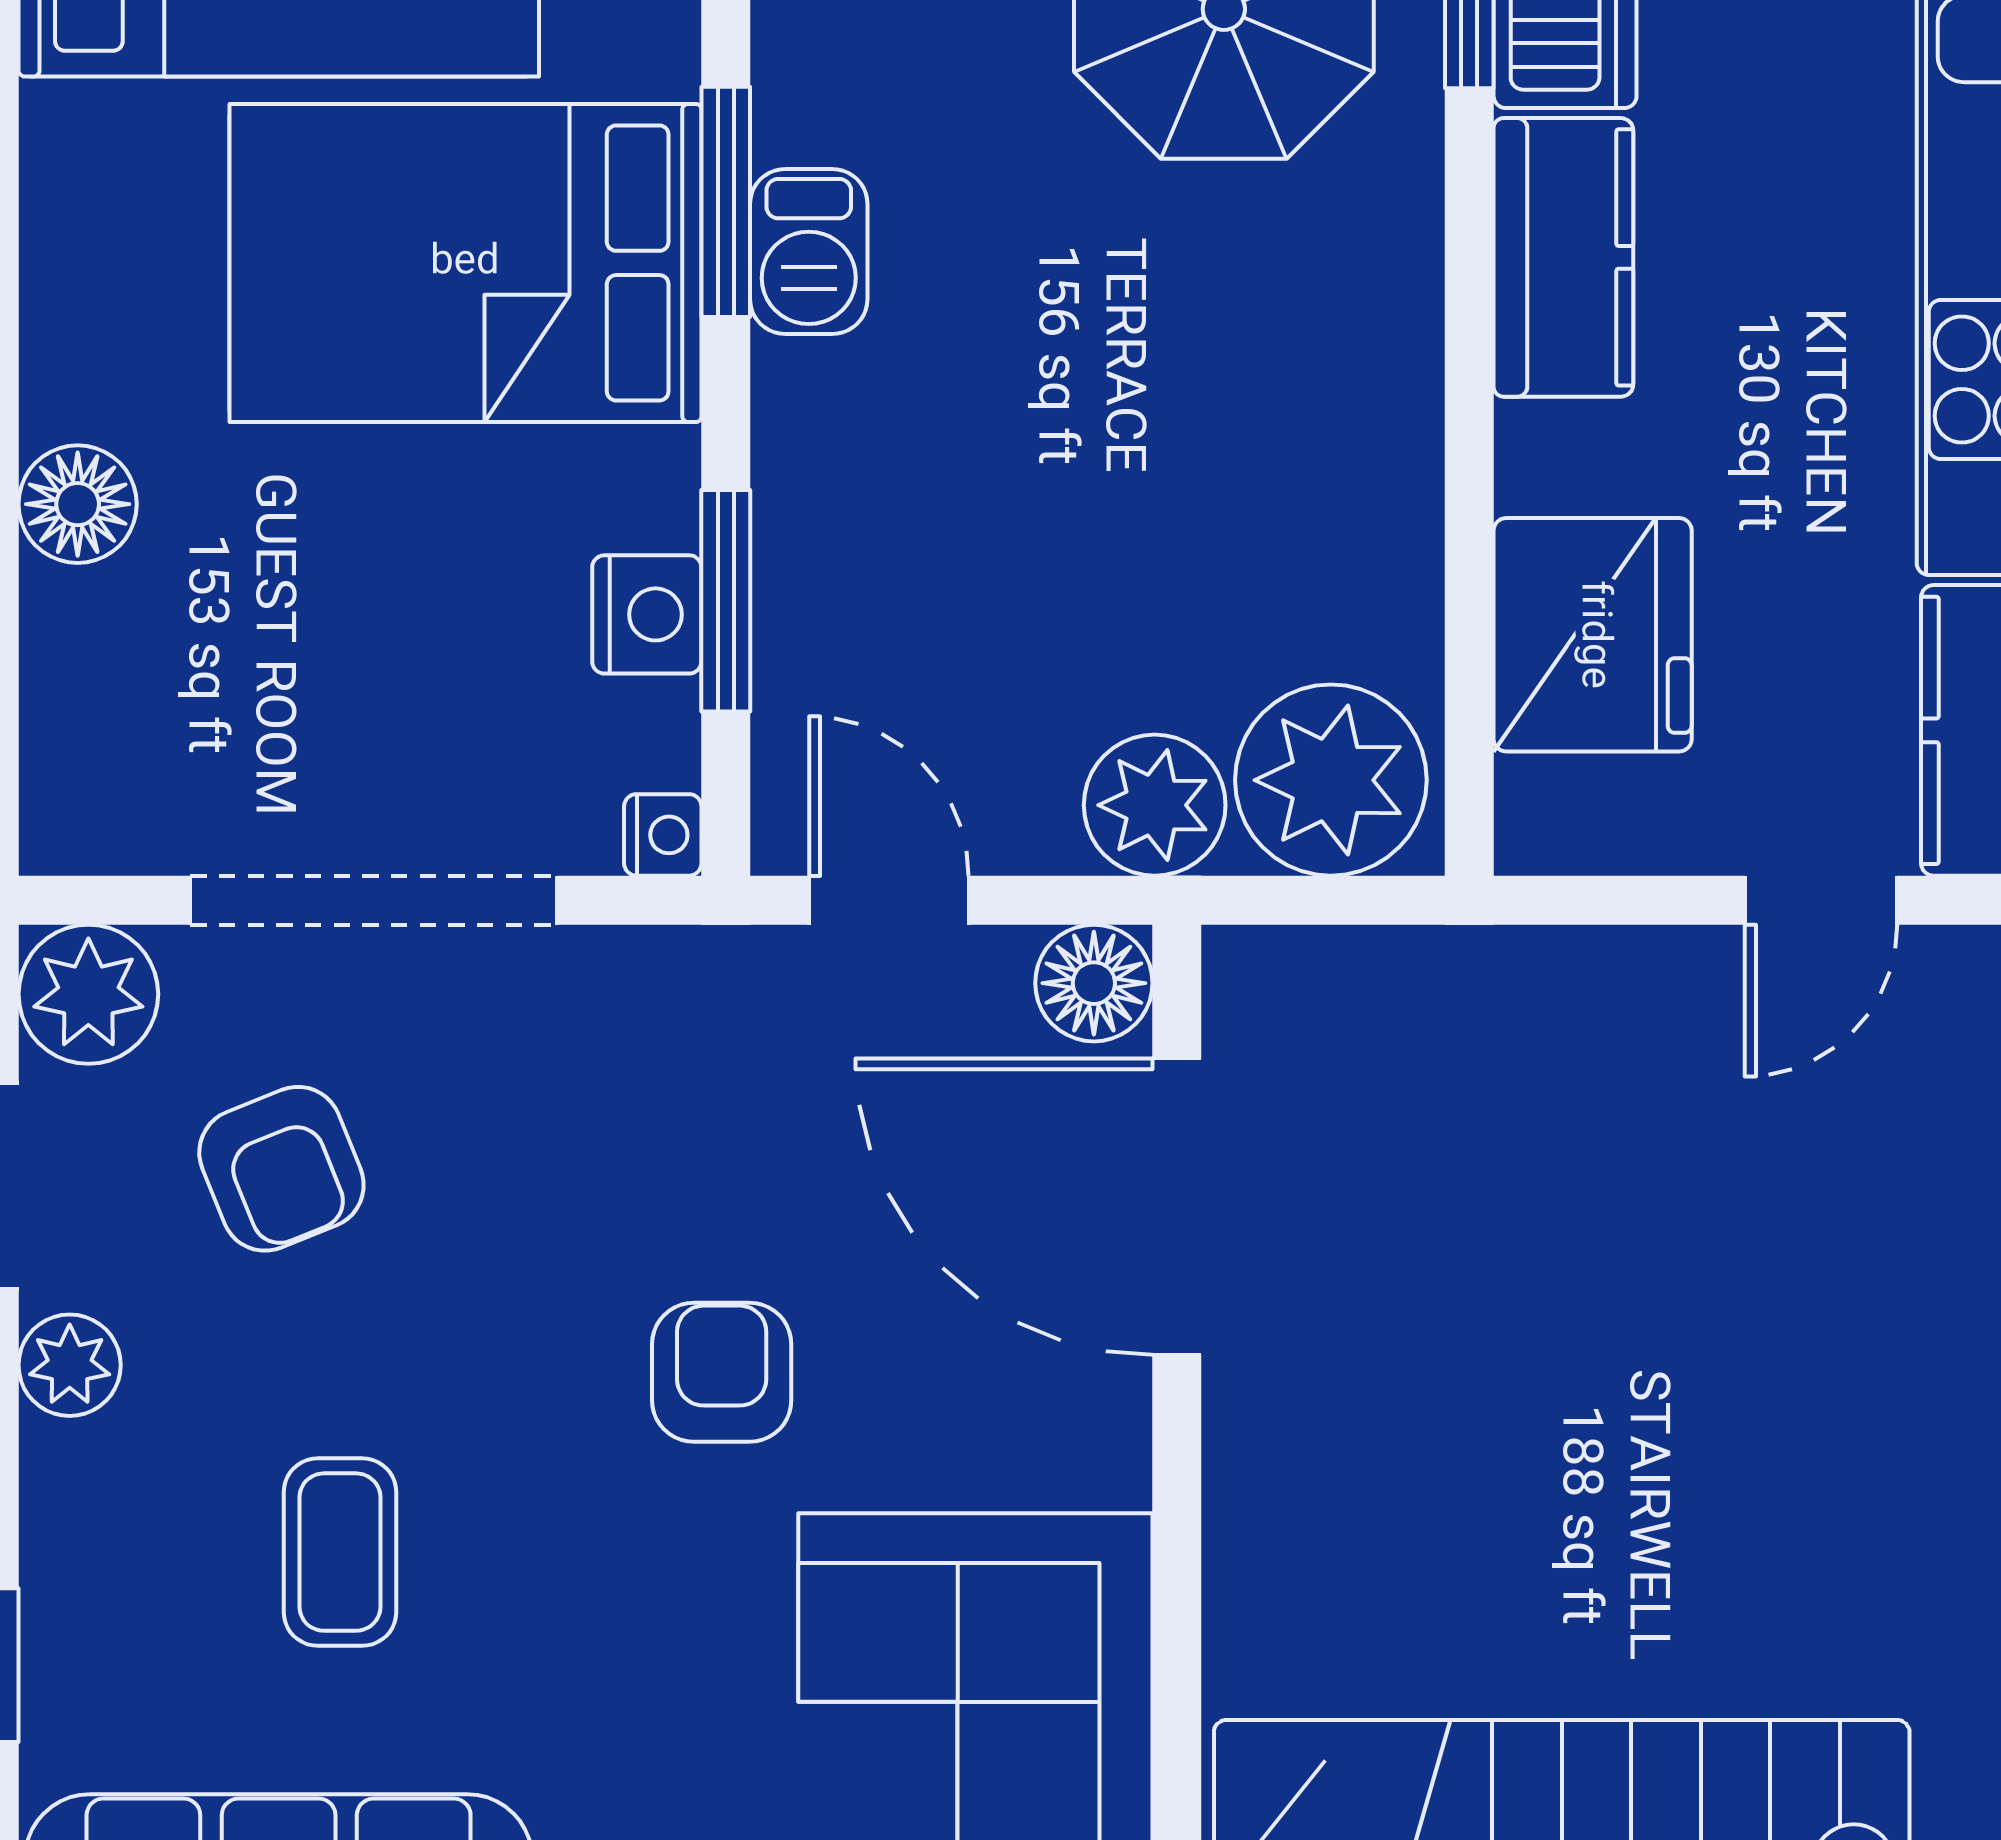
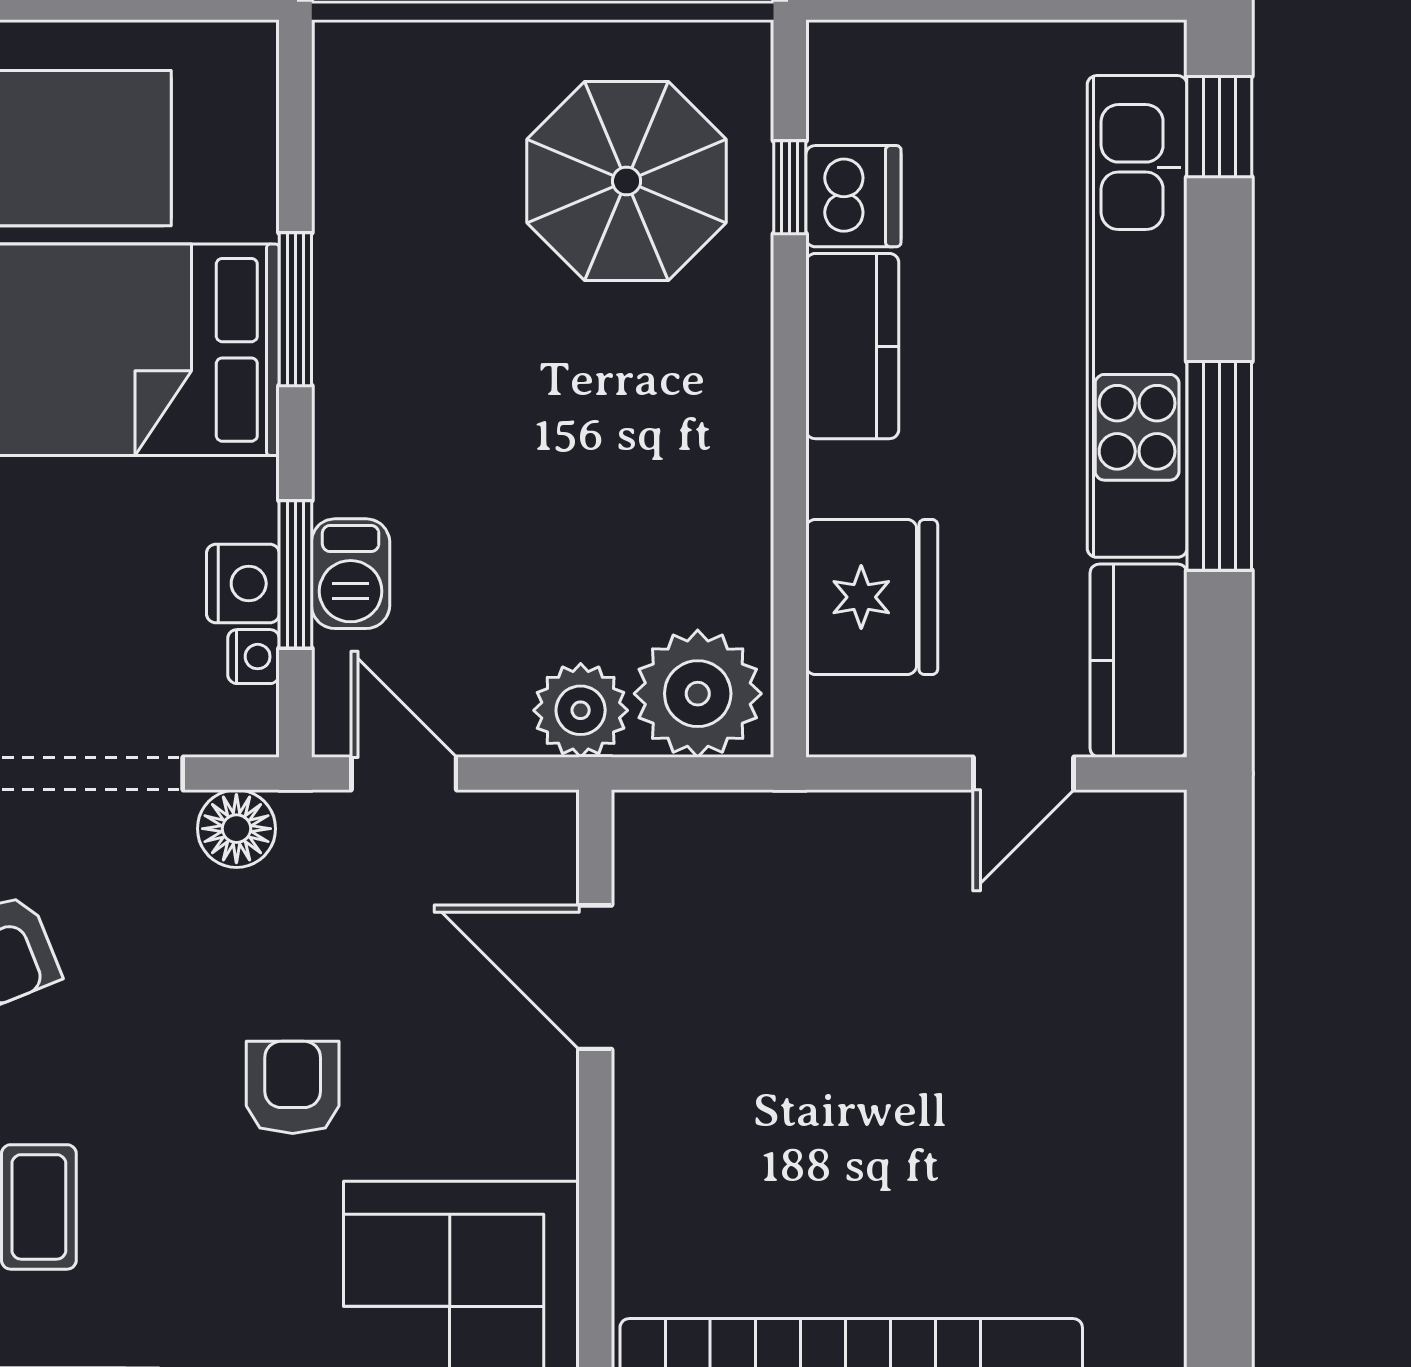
barbecue: (809, 252) -> (351, 574), moved
nightstand: (663, 835) -> (253, 657), moved
floor lamp: (1094, 983) -> (236, 829), moved
door: (1177, 1207) -> (595, 977), width x0.73

